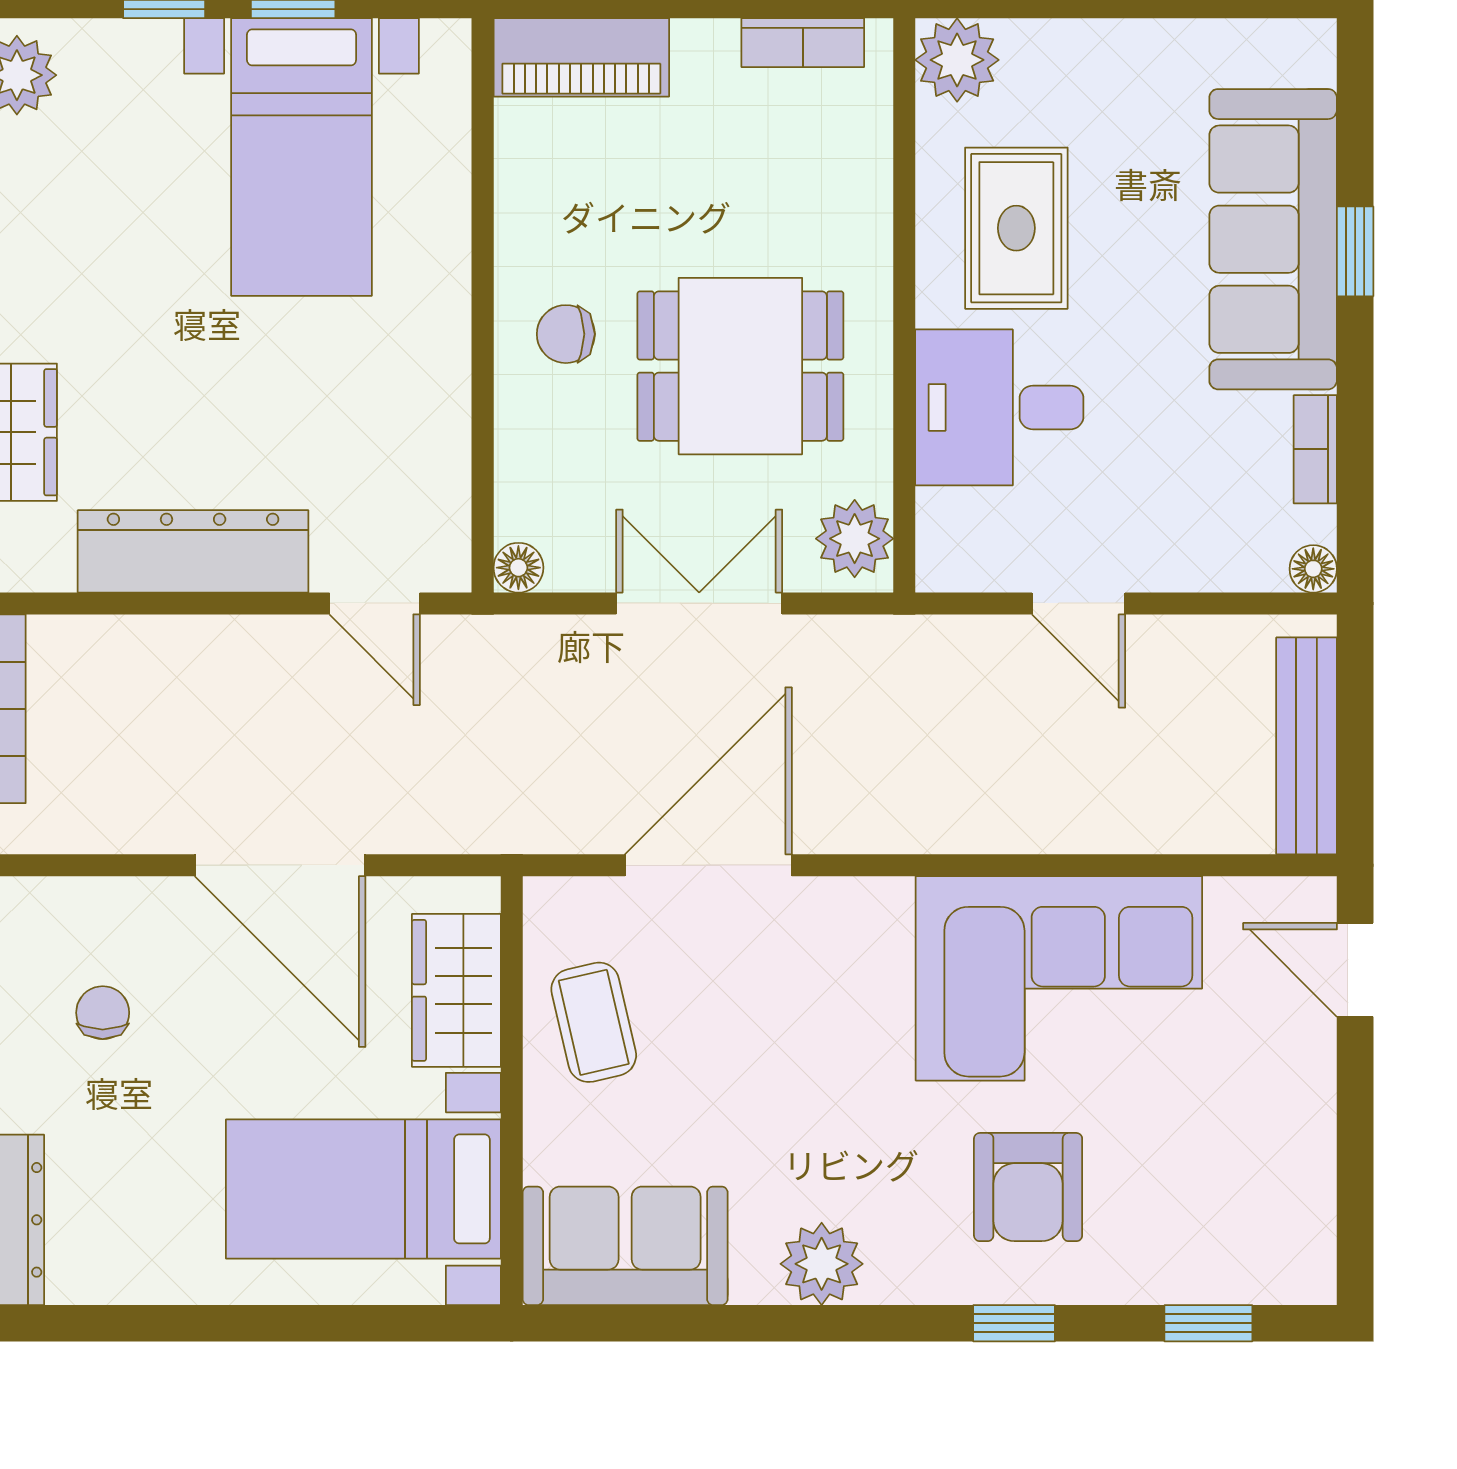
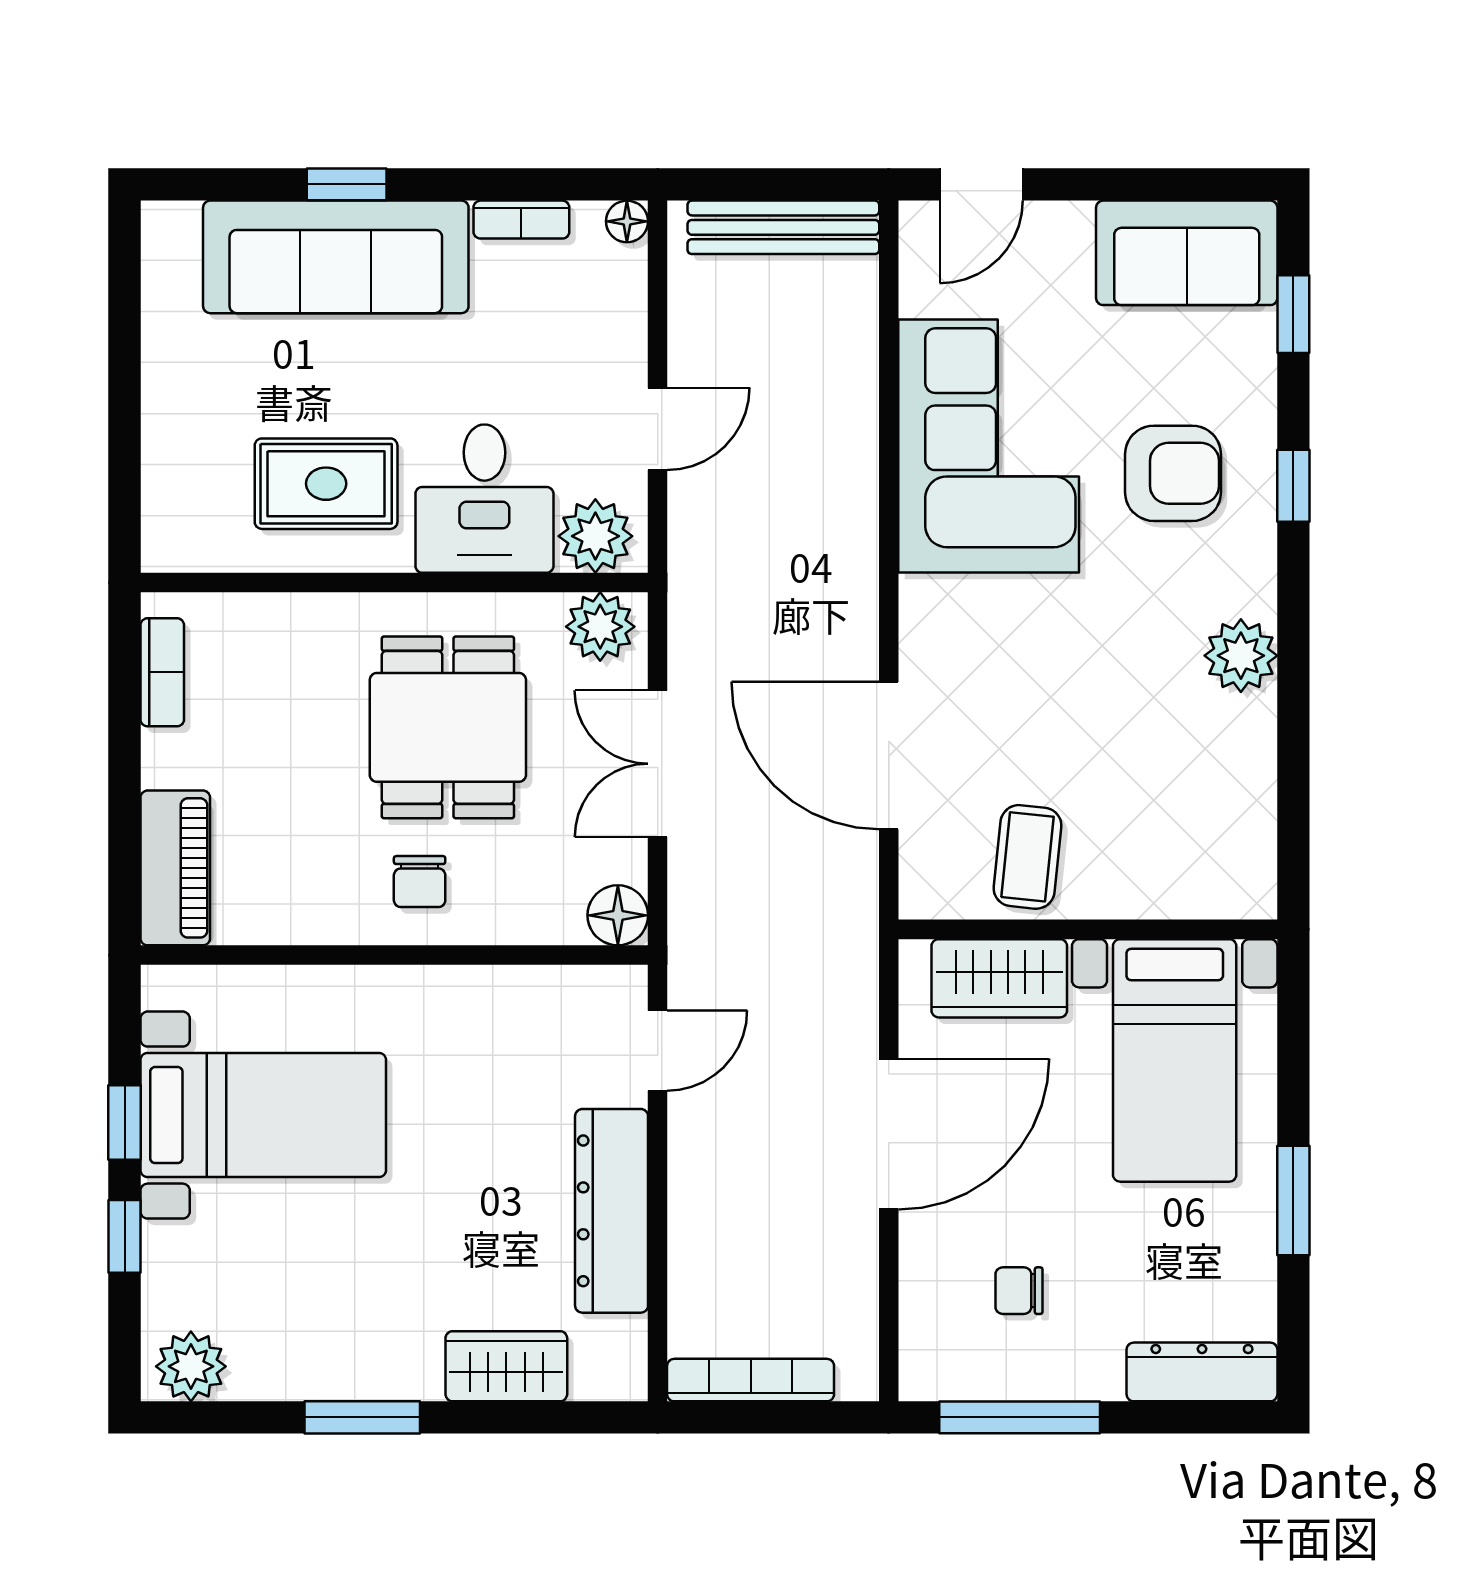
plant: (957, 60) -> (595, 536), moved
floor lamp: (518, 568) -> (618, 915), width x1.37, depth x1.37
coffee table: (594, 1022) -> (1027, 857), turned -71
sofa: (625, 1246) -> (1187, 253), moved, turned -90
window: (205, 1323) -> (1293, 1201), added

